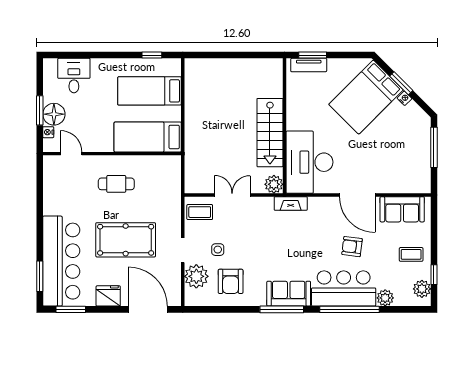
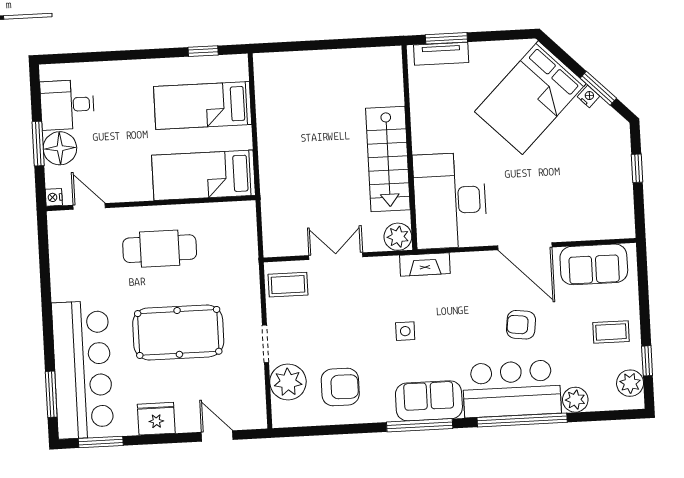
desk: (74, 76) -> (67, 105), moved, turned -90
window: (401, 83) -> (598, 88), moved
nightstand: (48, 132) -> (54, 197), moved
window: (434, 147) -> (637, 168), width x0.46
cafe table: (116, 184) -> (160, 249), width x1.37, depth x1.35
side table: (218, 250) -> (405, 331), moved
armchair: (231, 281) -> (340, 387), turned -90
door: (148, 309) -> (217, 436), width x0.53

